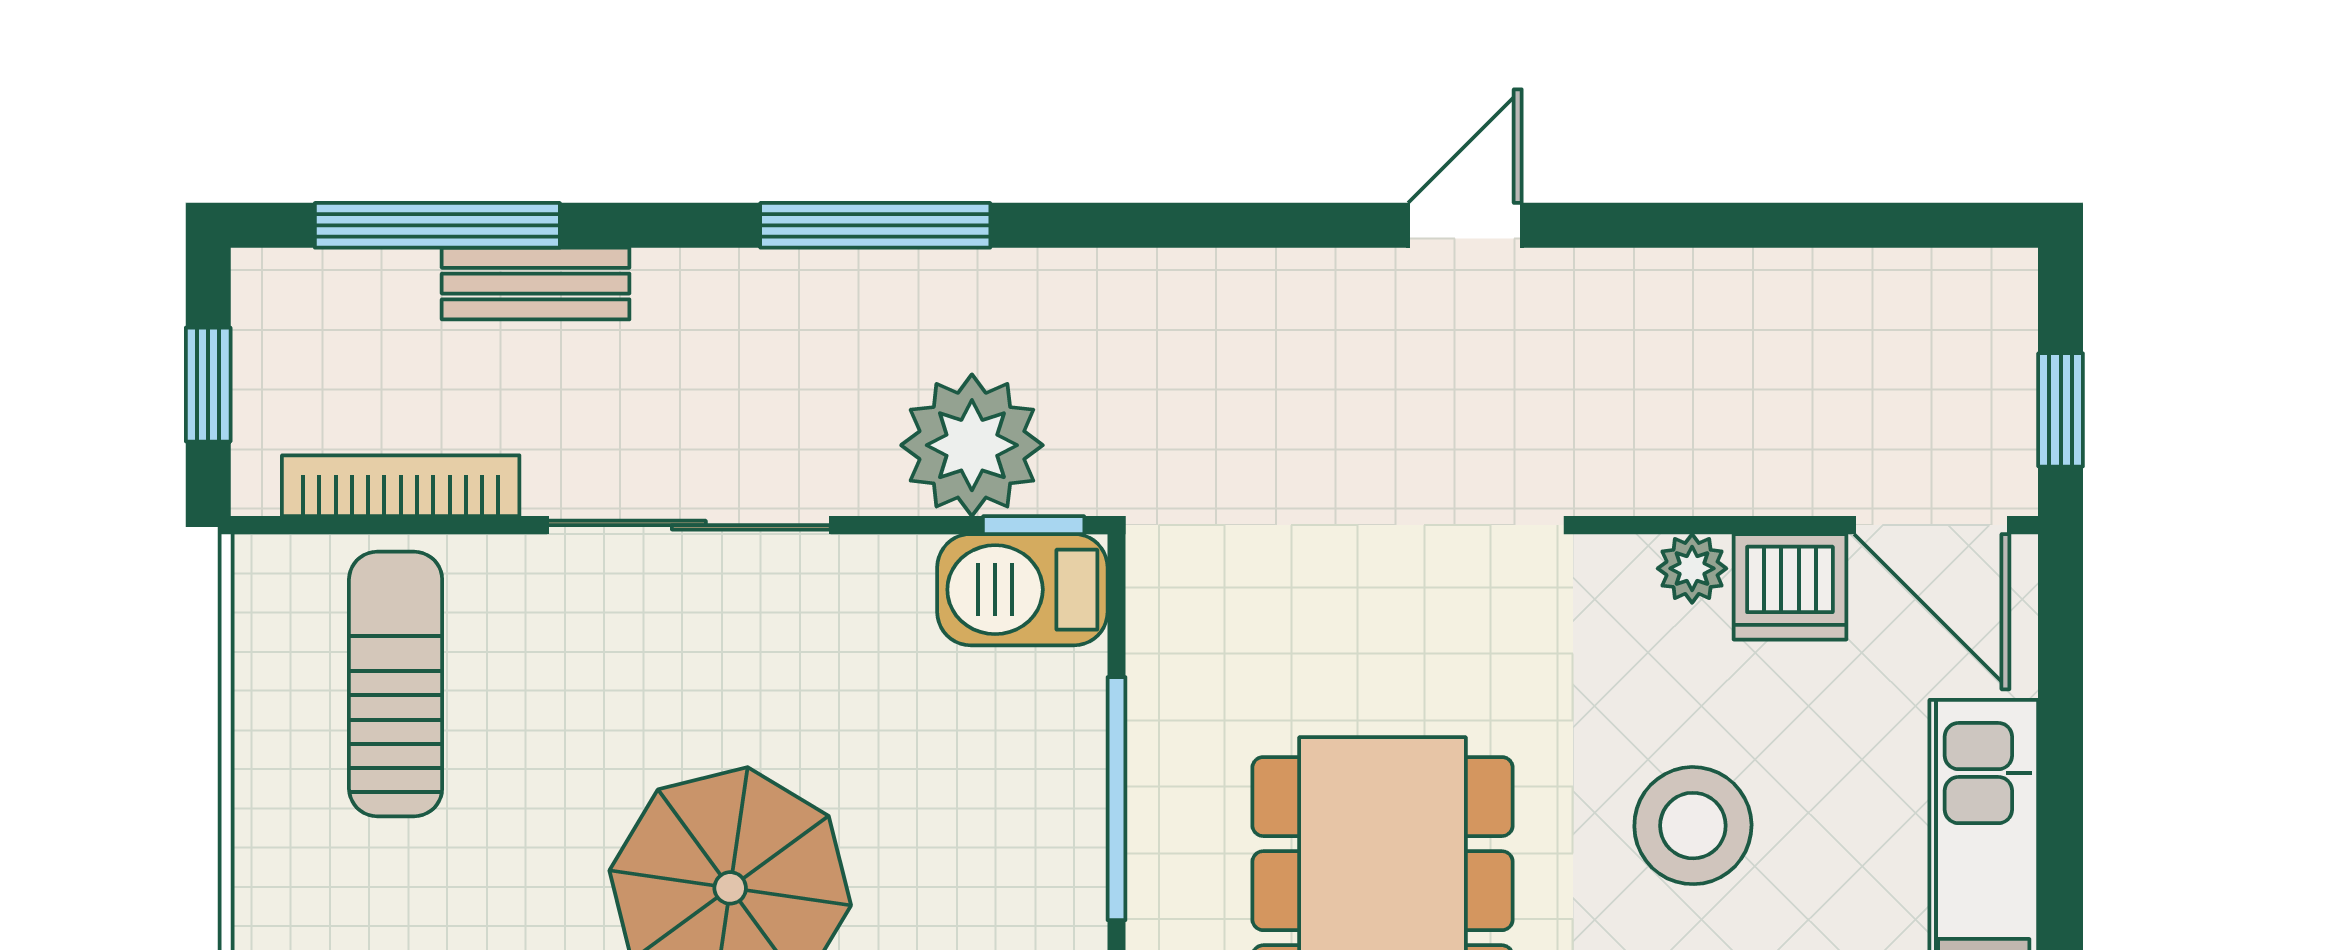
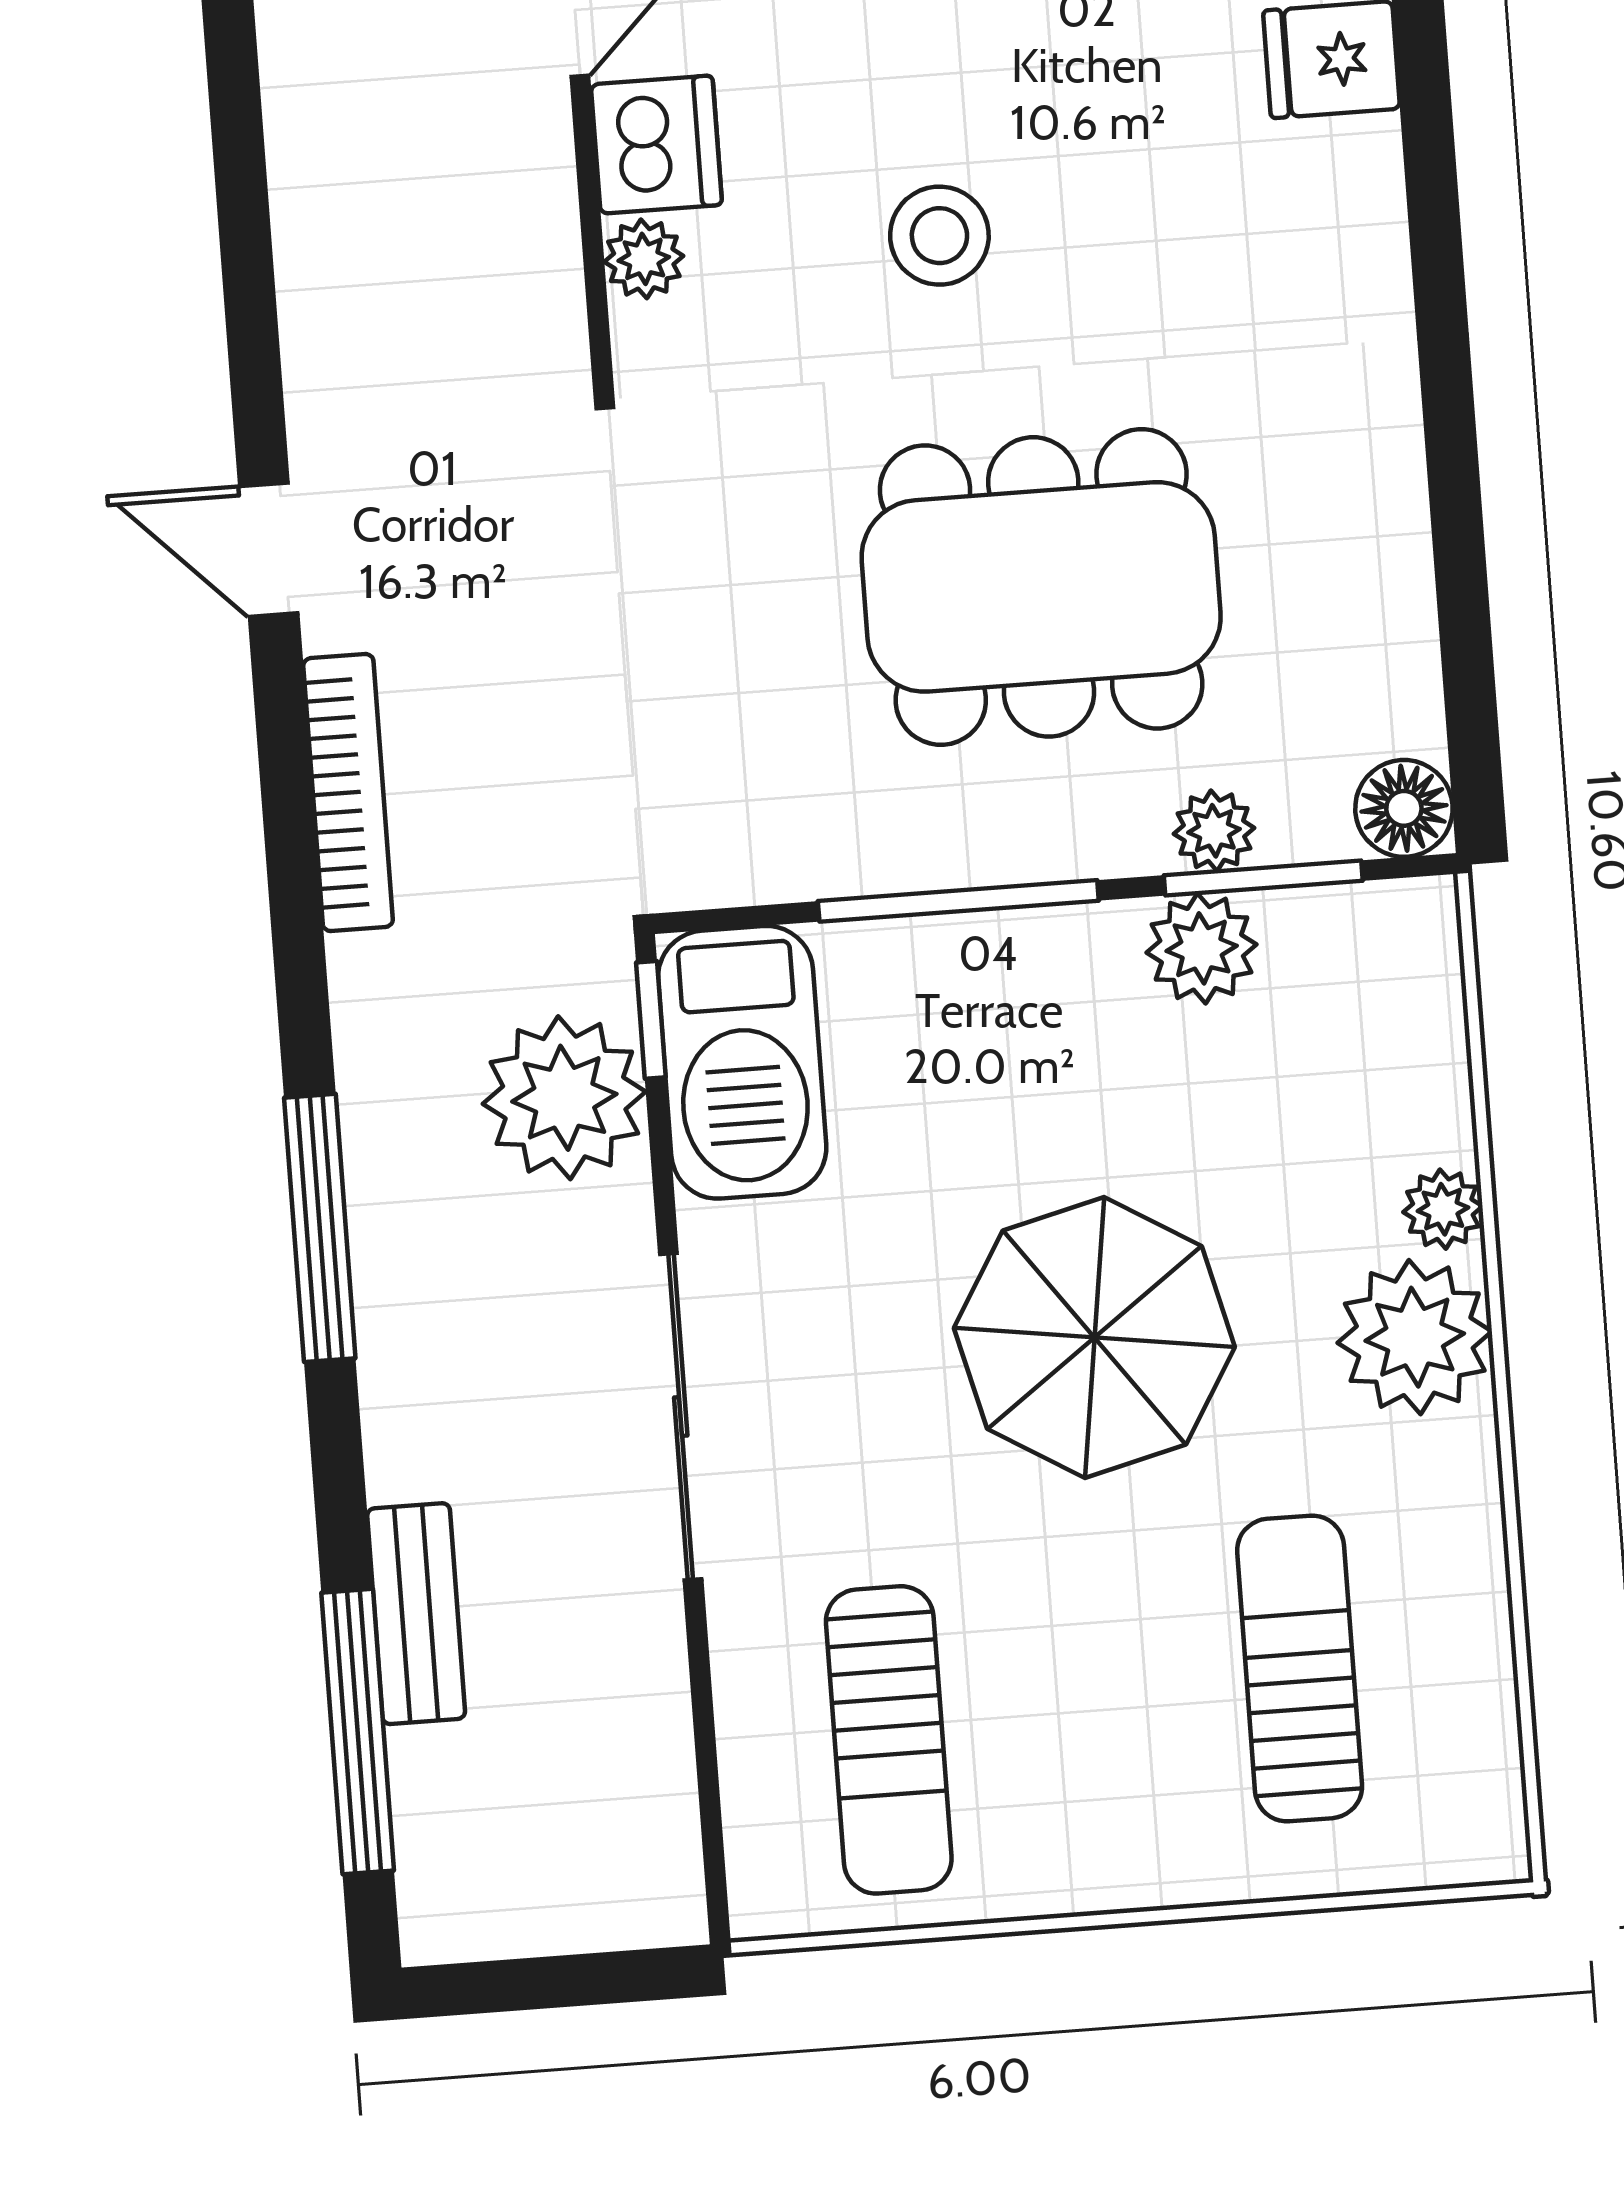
window: (208, 385) -> (561, 1981), removed
bookcase: (401, 486) -> (348, 793), moved, turned 180
barbecue: (1022, 590) -> (742, 1062), width x1.37, depth x1.21
sun lounger: (396, 684) -> (889, 1740), turned -90
stool: (1693, 826) -> (939, 236), width x0.73, depth x0.73

